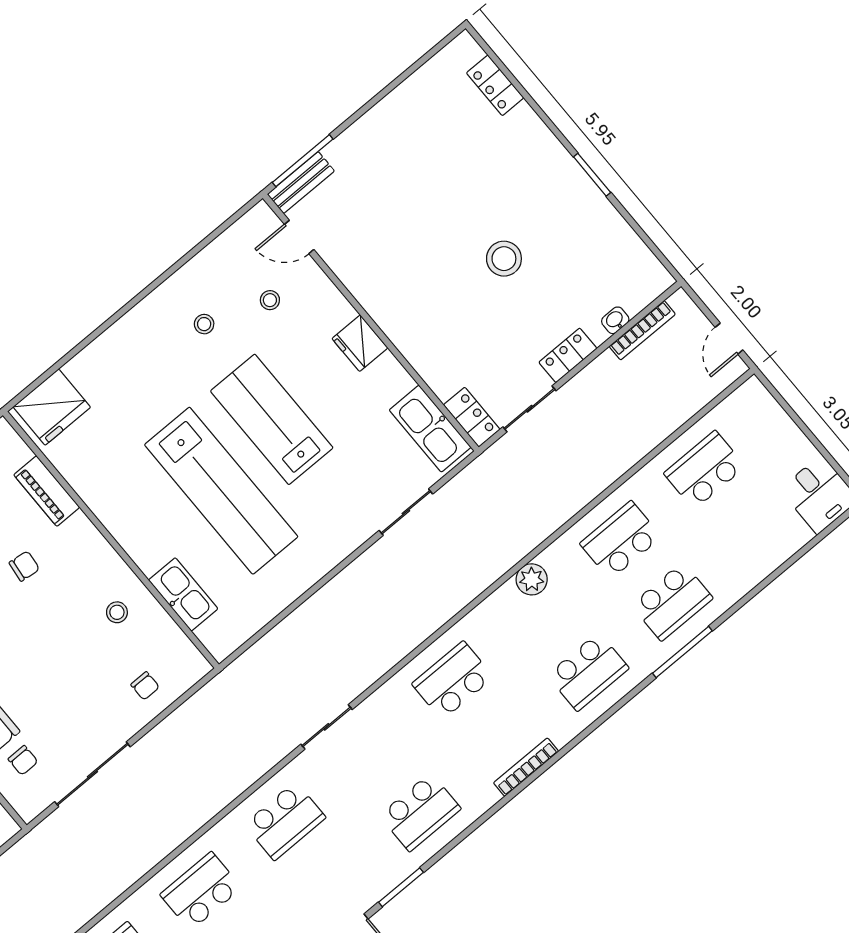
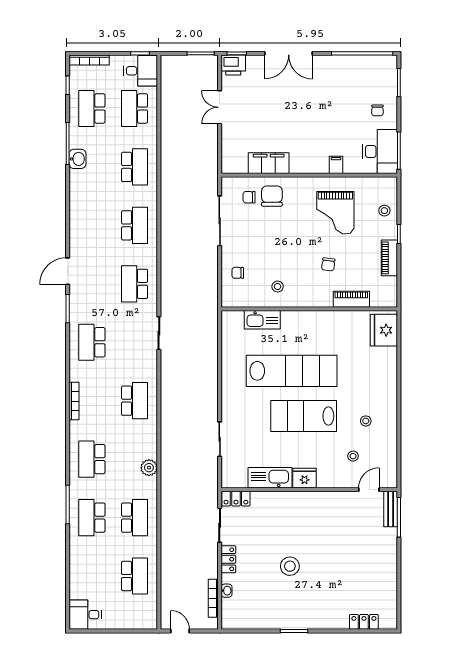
lab bench: (272, 419) -> (304, 416), turned 180
kitchen sink: (430, 429) -> (270, 478), moved
lab bench: (221, 491) -> (292, 371), turned 180

